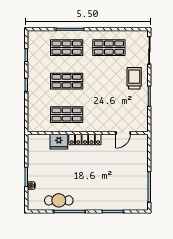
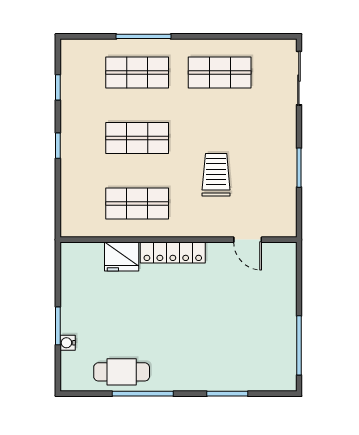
trolley: (134, 78) -> (216, 175), moved
door: (123, 133) -> (248, 240), hinge flipped

